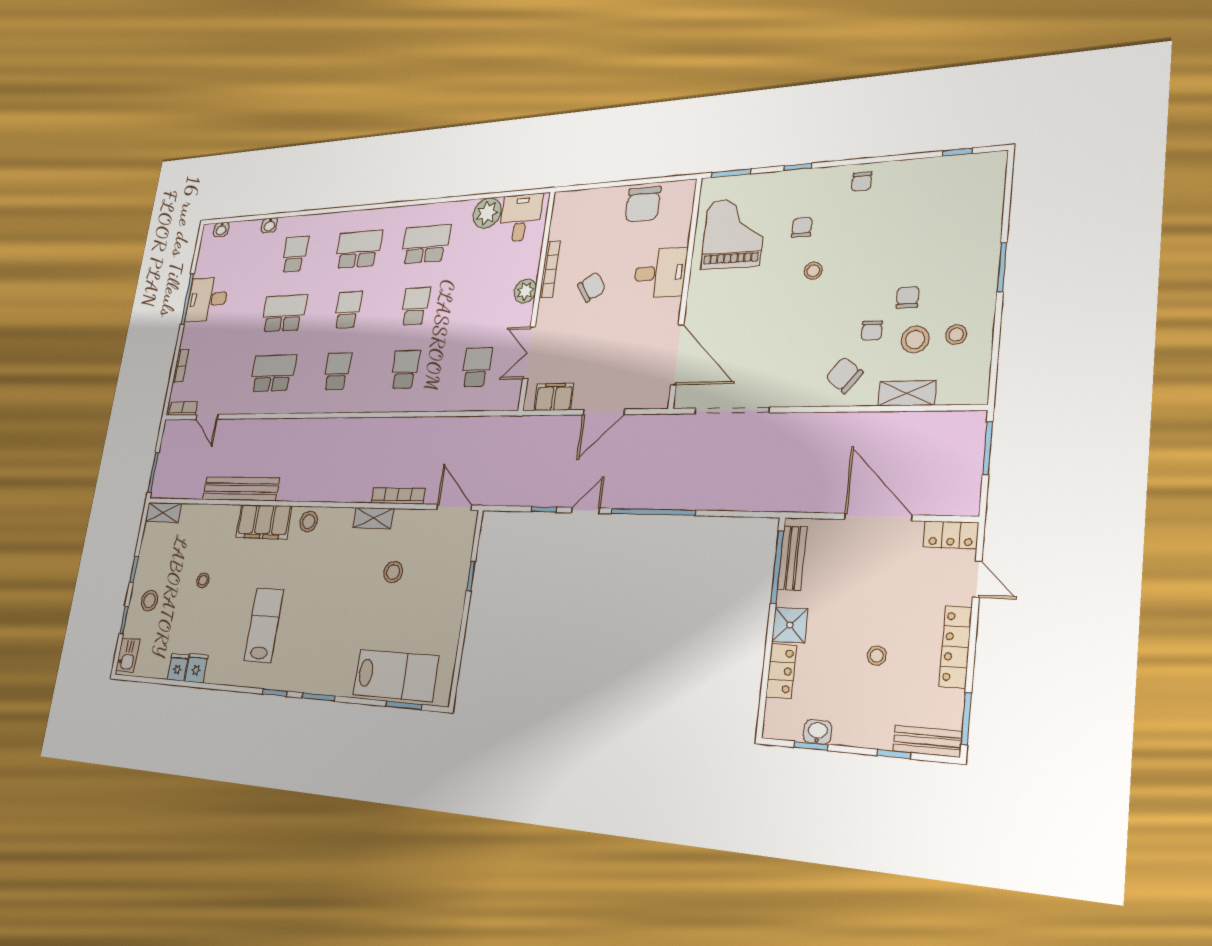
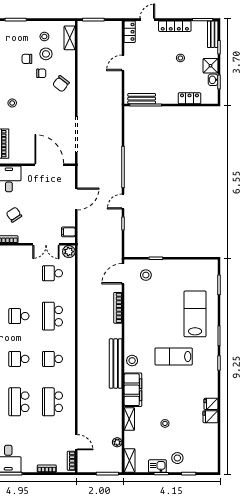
plant: (525, 291) -> (69, 252), moved
door: (677, 355) -> (49, 165), hinge flipped
school desk: (405, 369) -> (52, 316), width x1.85
shelving: (907, 393) -> (70, 38), moved
filing cabinet: (554, 397) -> (68, 232), width x0.50
door: (604, 412) -> (76, 199), hinge flipped
door: (207, 417) -> (76, 442), hinge flipped
bench: (241, 489) -> (116, 364), moved
plant: (193, 491) -> (117, 442), added
door: (585, 510) -> (123, 202), hinge flipped
door: (878, 517) -> (123, 63), width x0.53
shelving: (373, 518) -> (129, 419), moved
stool: (393, 572) -> (146, 275), moved
lab bench: (264, 625) -> (174, 356), moved
shower: (790, 625) -> (210, 66), moved
kitchen sink: (128, 655) -> (157, 466), moved
fridge: (178, 667) -> (211, 404), moved
lab bench: (396, 675) -> (195, 314), moved

